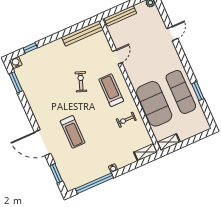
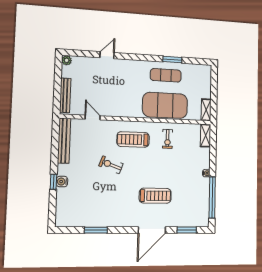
door: (172, 34) -> (107, 55), hinge flipped
window: (30, 48) -> (53, 182), moved
door: (117, 57) -> (93, 118), moved
water cooler: (16, 63) -> (62, 182), moved
window: (16, 82) -> (96, 230), moved
exercise mat: (181, 92) -> (166, 75), width x0.73, depth x0.69

